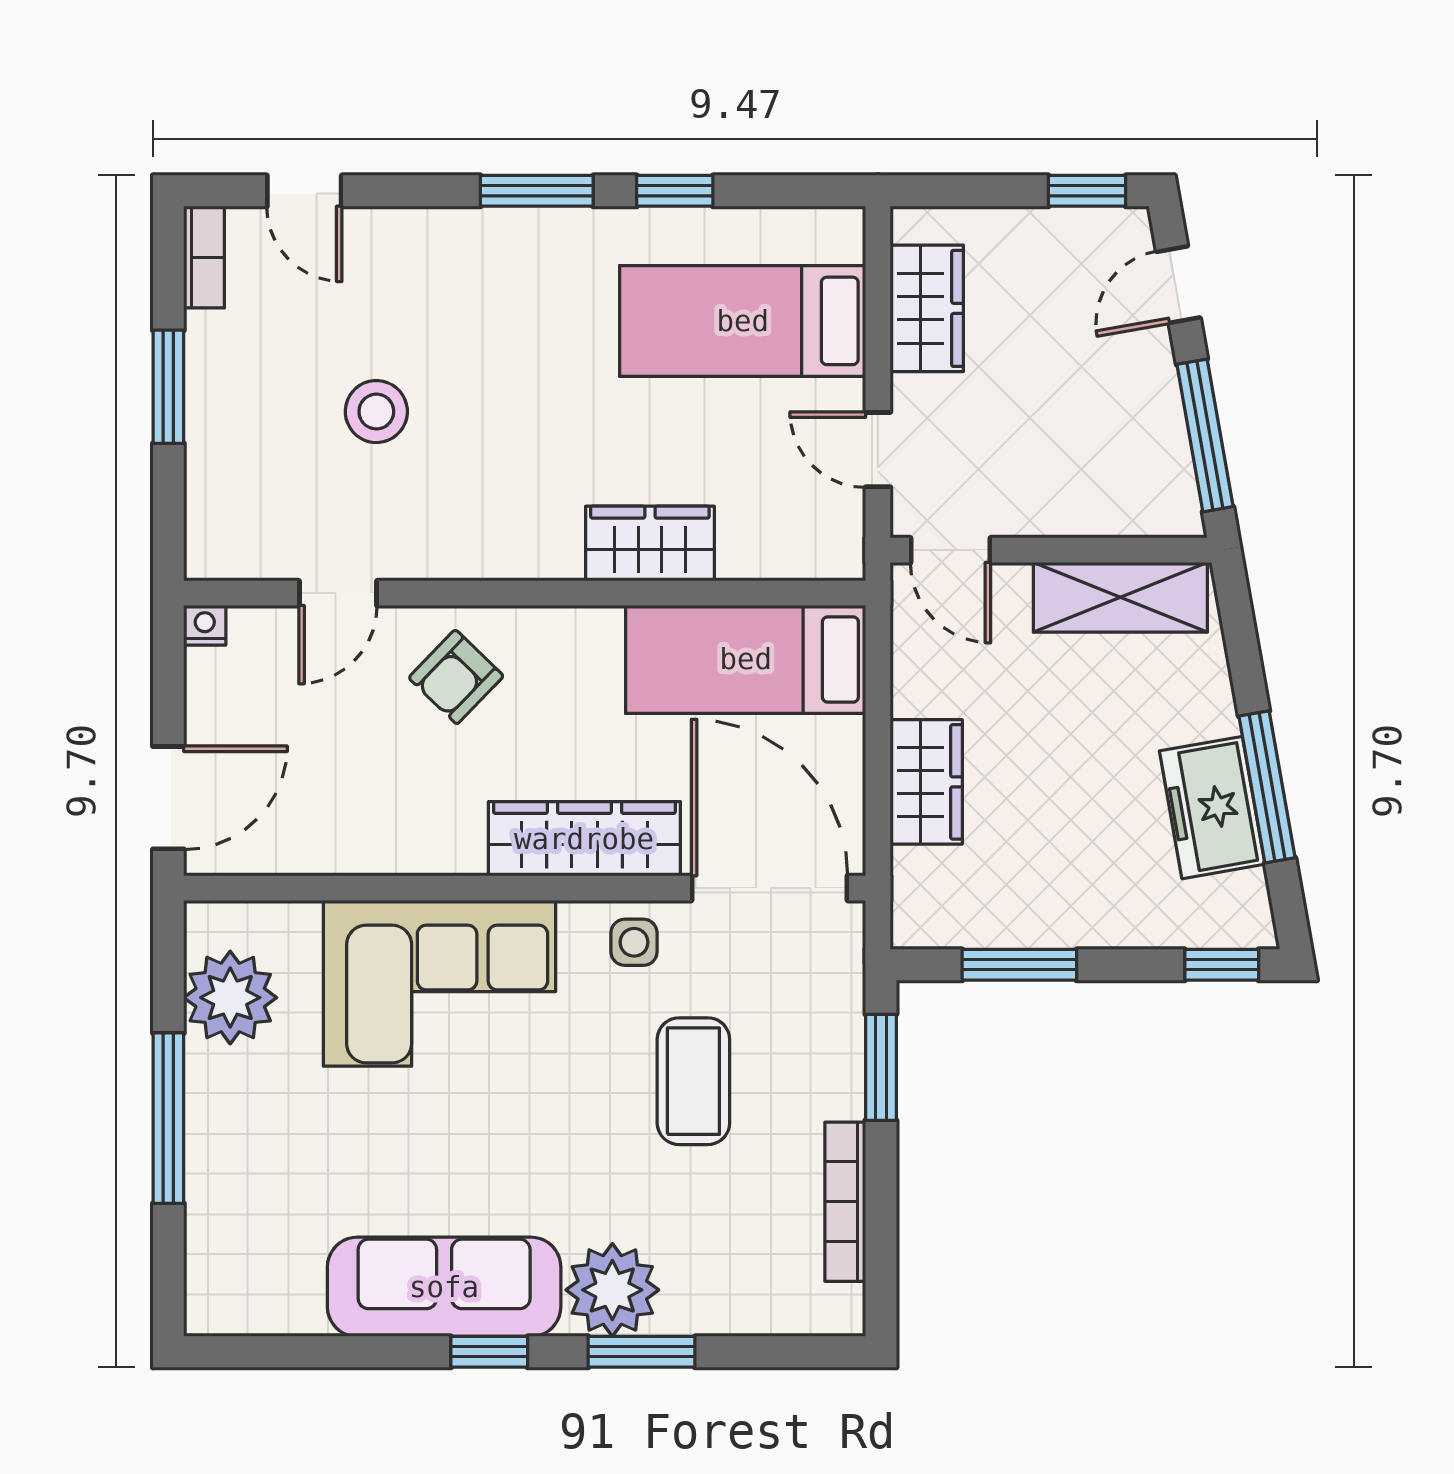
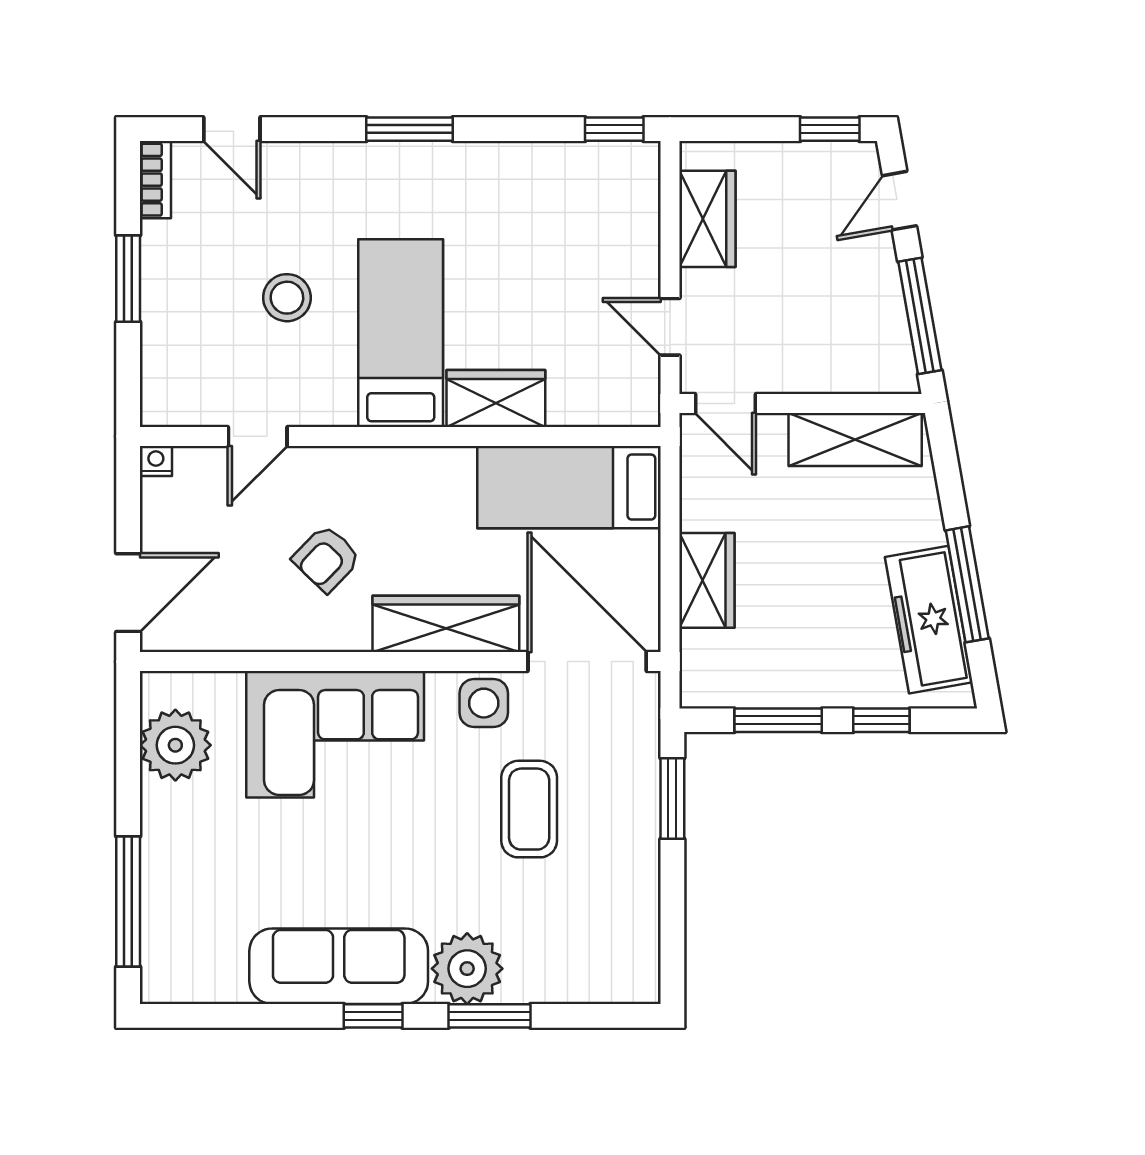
window: (675, 191) -> (614, 129), moved
bed: (743, 321) -> (401, 333), moved, turned 90
armchair: (456, 677) -> (326, 558), moved
freezer: (1212, 808) -> (929, 620), width x1.40
side table: (634, 942) -> (484, 703), width x1.37, depth x1.37
window: (1222, 965) -> (881, 720), moved
window: (168, 1118) -> (128, 901), moved
bookcase: (845, 1202) -> (645, 901), removed

